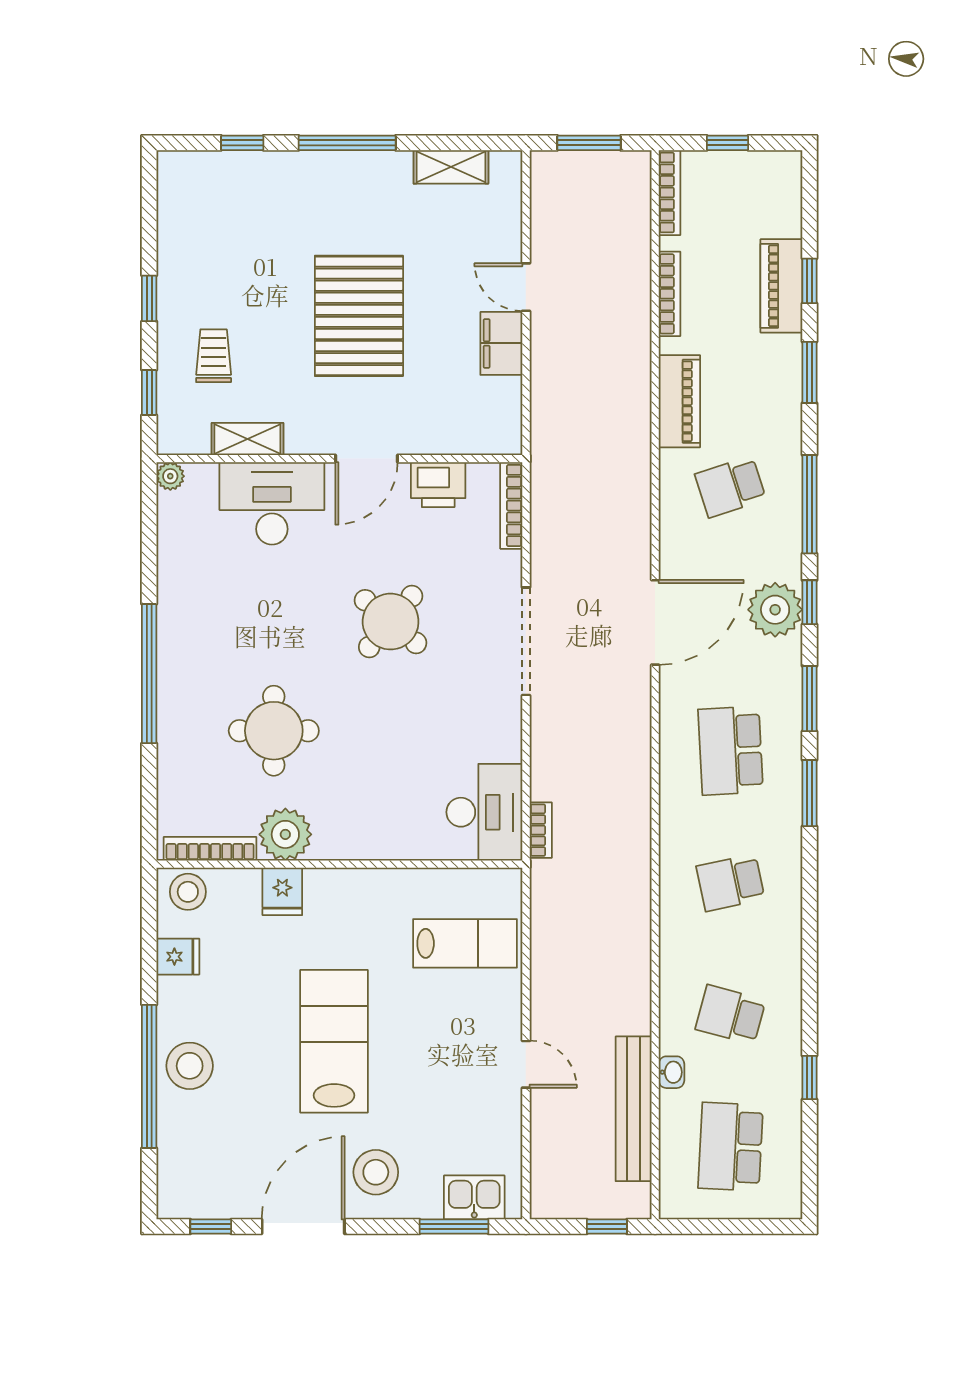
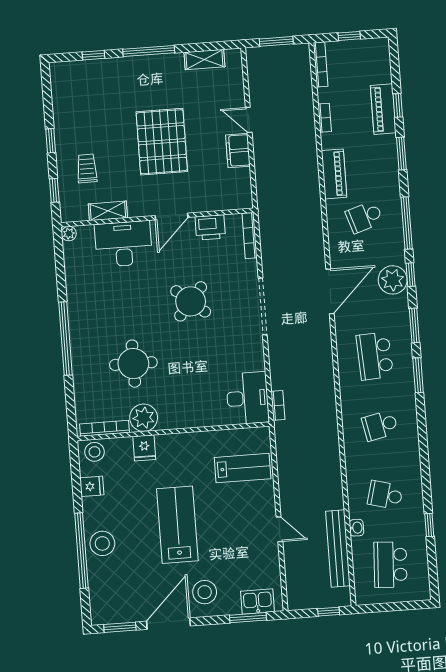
bookcase: (670, 294) -> (325, 118), width x0.64
window: (211, 1227) -> (120, 627), width x1.50

